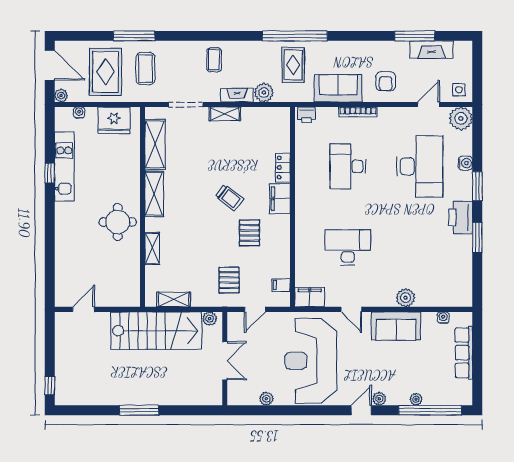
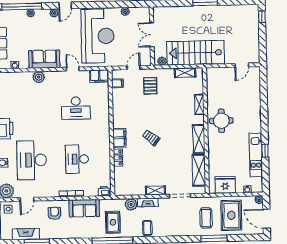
coffee table: (214, 60) -> (147, 228), moved
desk: (348, 166) -> (77, 159), turned 180
pallet: (249, 233) -> (138, 116), removed

